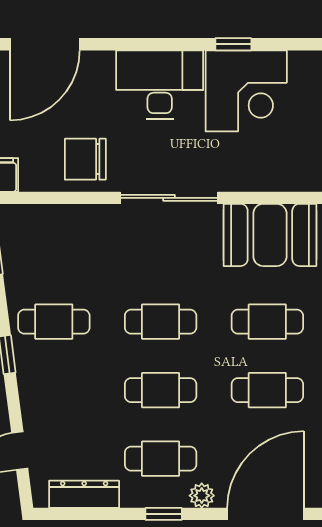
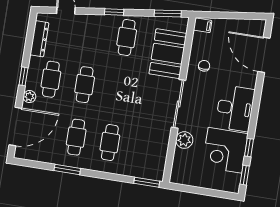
window: (289, 44) -> (245, 175), added
chair: (85, 159) -> (204, 66), width x0.54, depth x0.54
plant: (239, 175) -> (184, 140), added
booth: (270, 235) -> (168, 54), moved
cafe table: (161, 322) -> (118, 90), removed
door: (266, 514) -> (15, 126), hinge flipped

